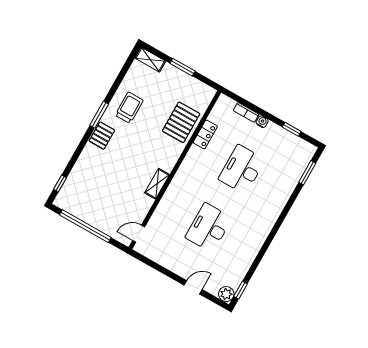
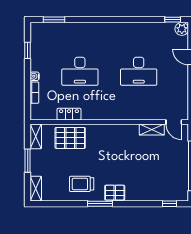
shelving: (202, 89) -> (36, 136), added
shelving: (157, 184) -> (152, 130), moved

